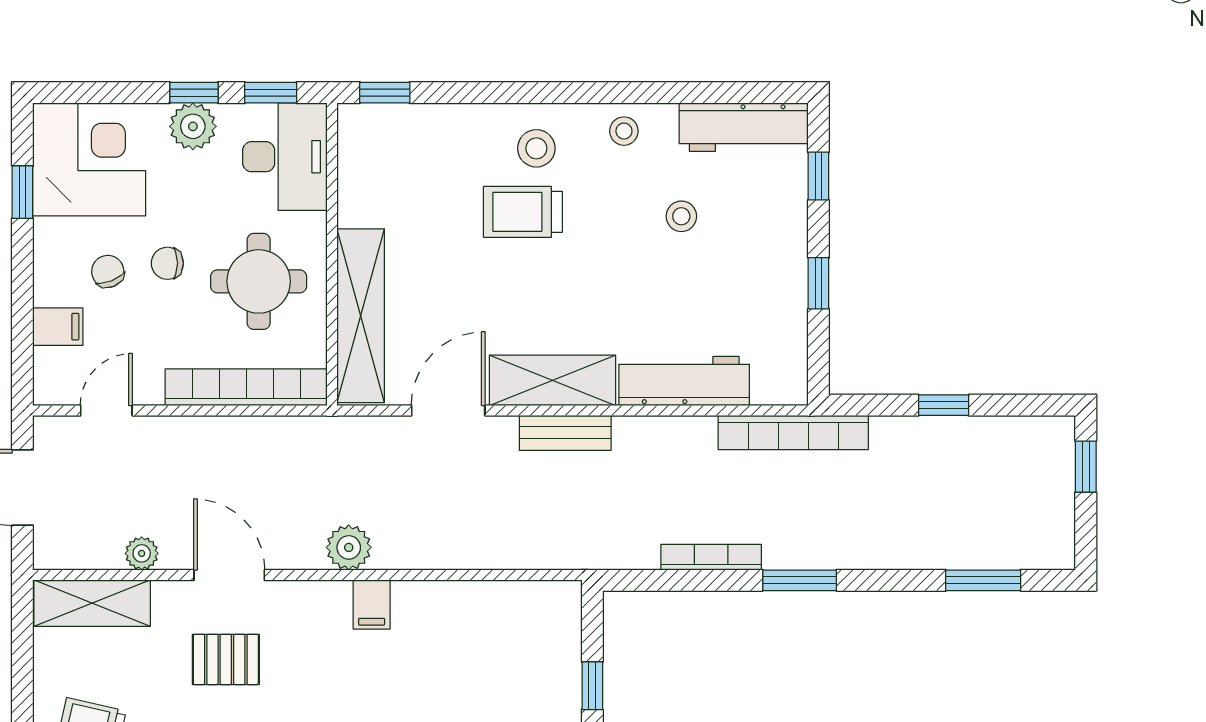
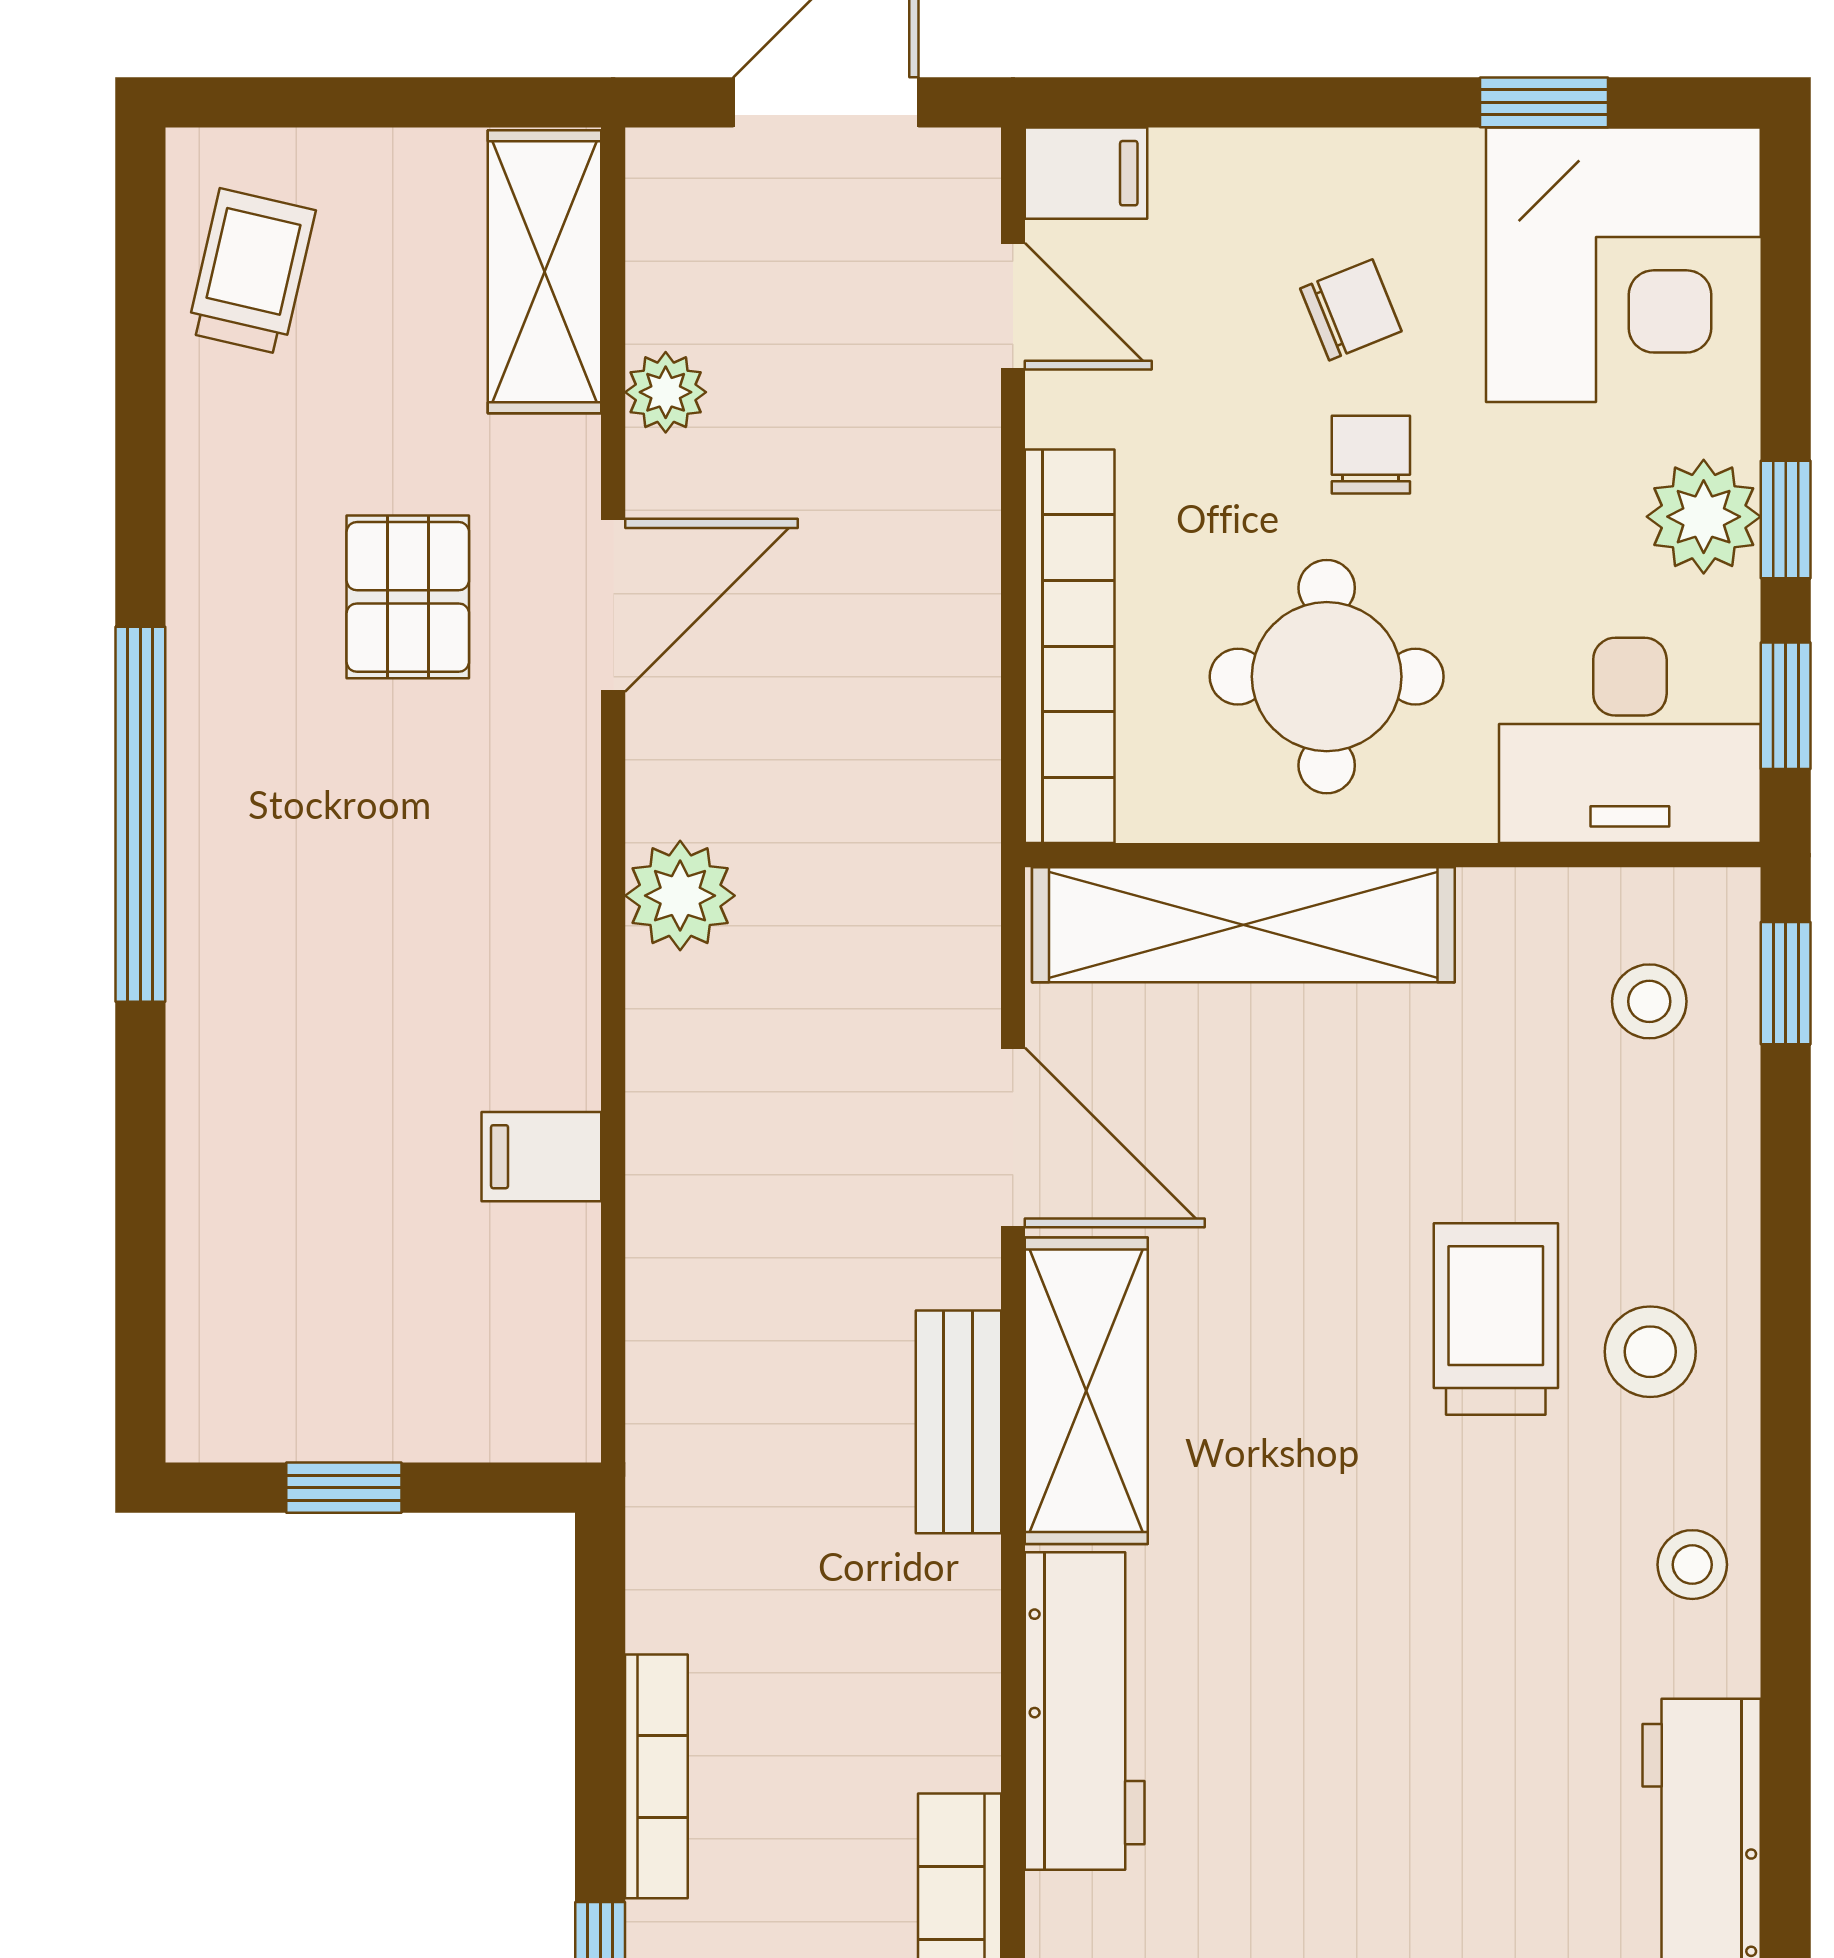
stool: (681, 216) -> (1649, 1001), moved
filing cabinet: (58, 327) -> (1086, 173), moved, turned -90
filing cabinet: (372, 604) -> (541, 1157), moved

